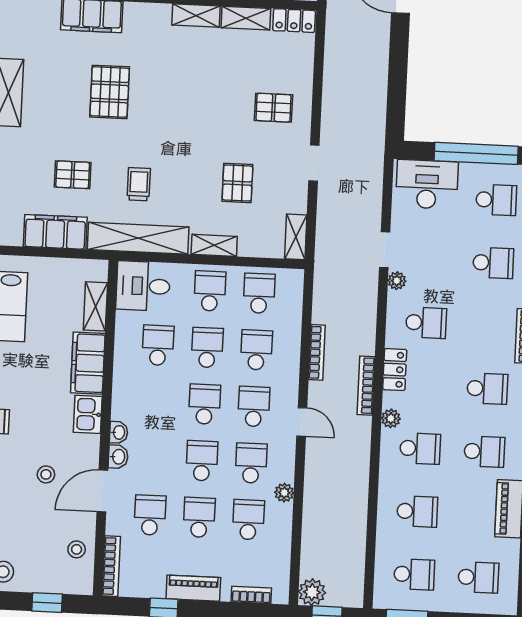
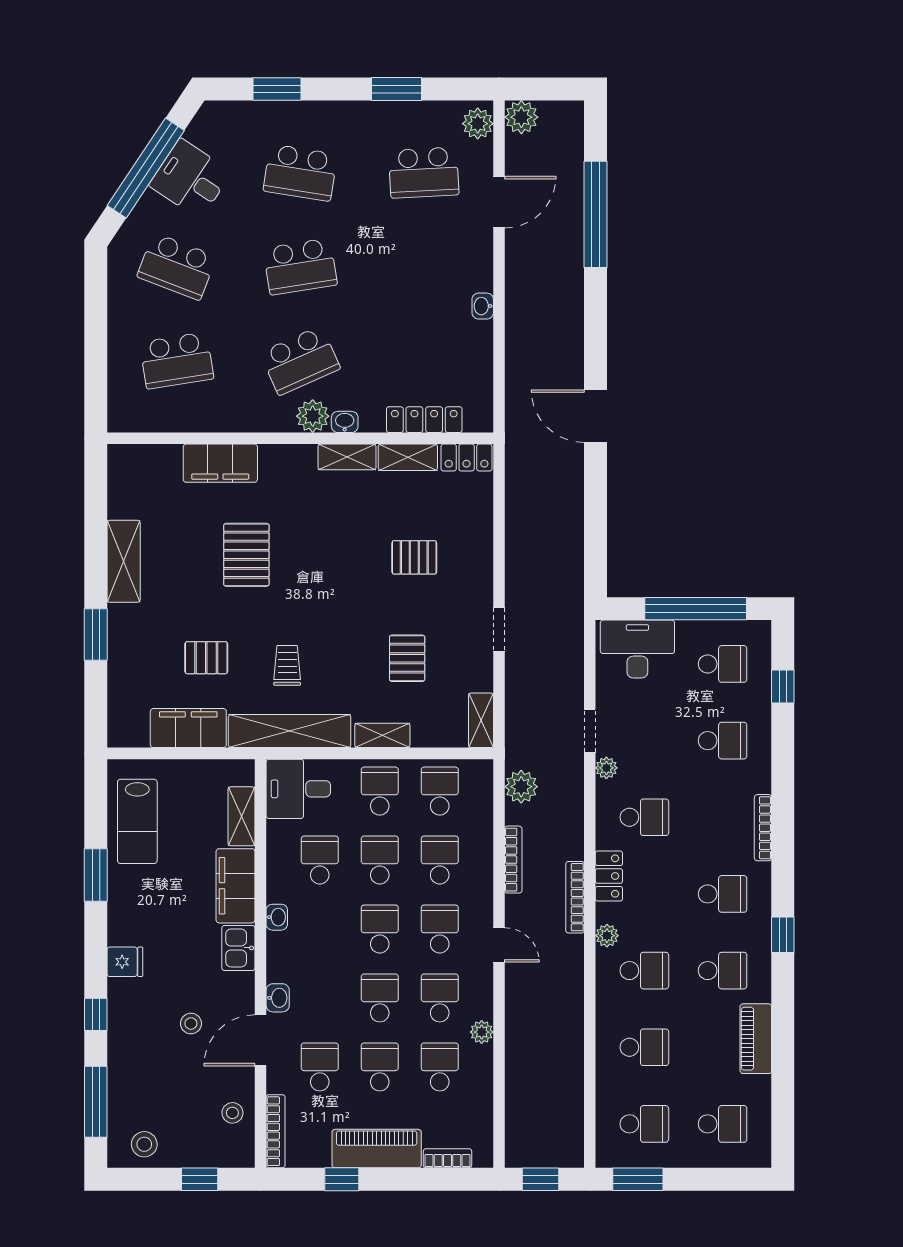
pallet: (274, 108) -> (414, 557), moved
washbasin: (119, 432) -> (277, 917), moved
piano: (193, 588) -> (377, 1149), width x1.37, depth x1.33
plant: (312, 592) -> (521, 787), moved

